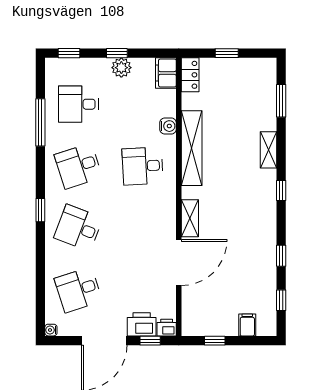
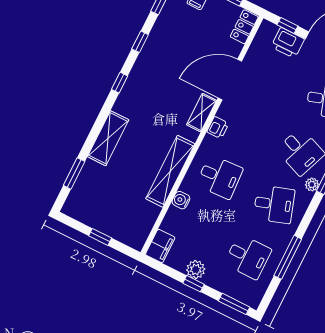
window: (69, 53) -> (234, 304), width x1.50
locker: (190, 75) -> (244, 27), moved
shelving: (269, 150) -> (108, 138), width x1.50, depth x1.33
window: (281, 191) -> (120, 83), moved
plant: (52, 202) -> (312, 184), added
printer: (167, 328) -> (218, 128), moved, turned -90

